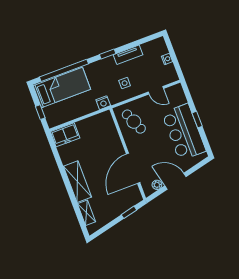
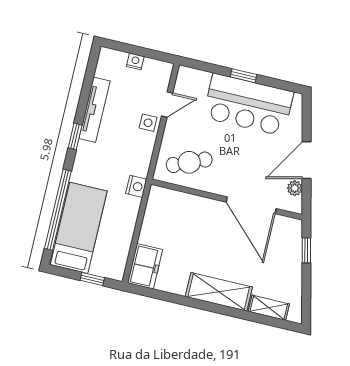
tv unit: (128, 55) -> (94, 110), width x1.41
side table: (125, 83) -> (148, 123), moved

